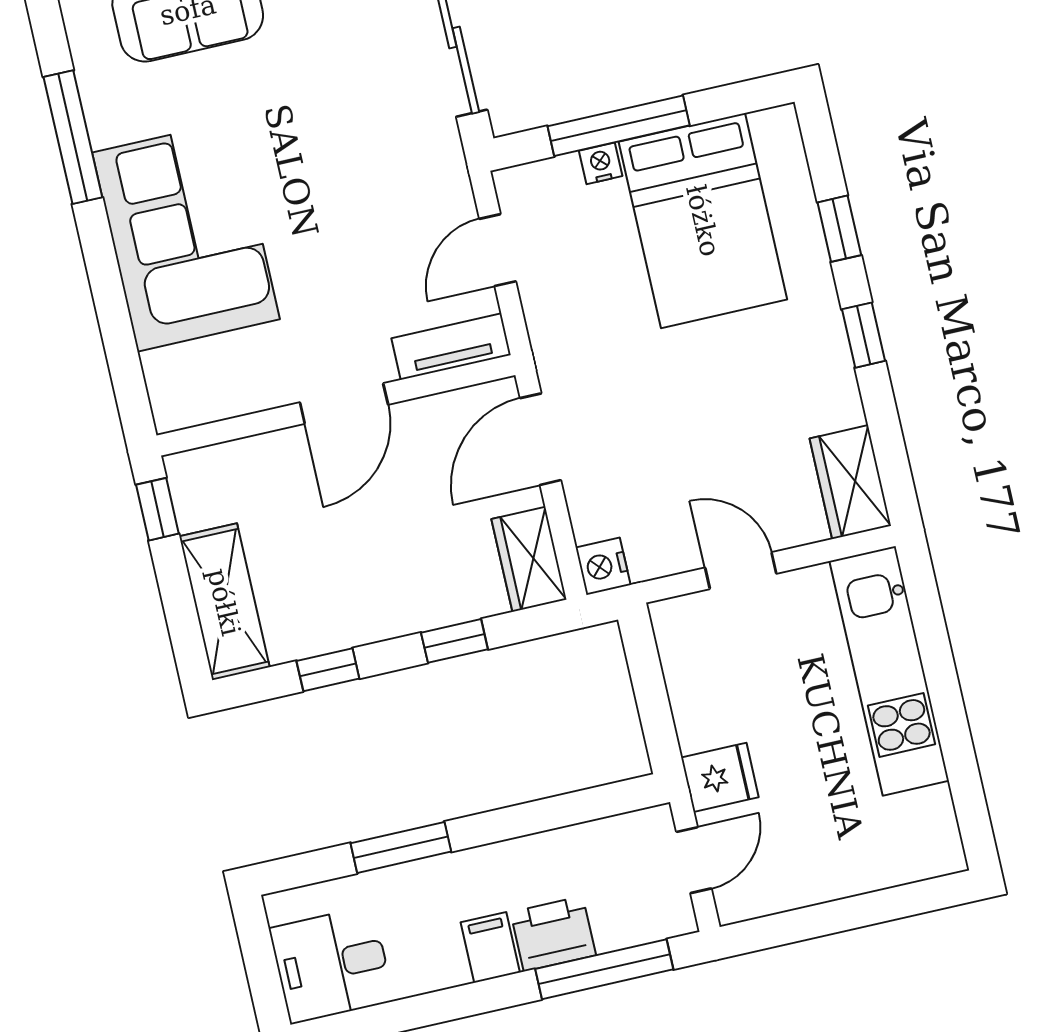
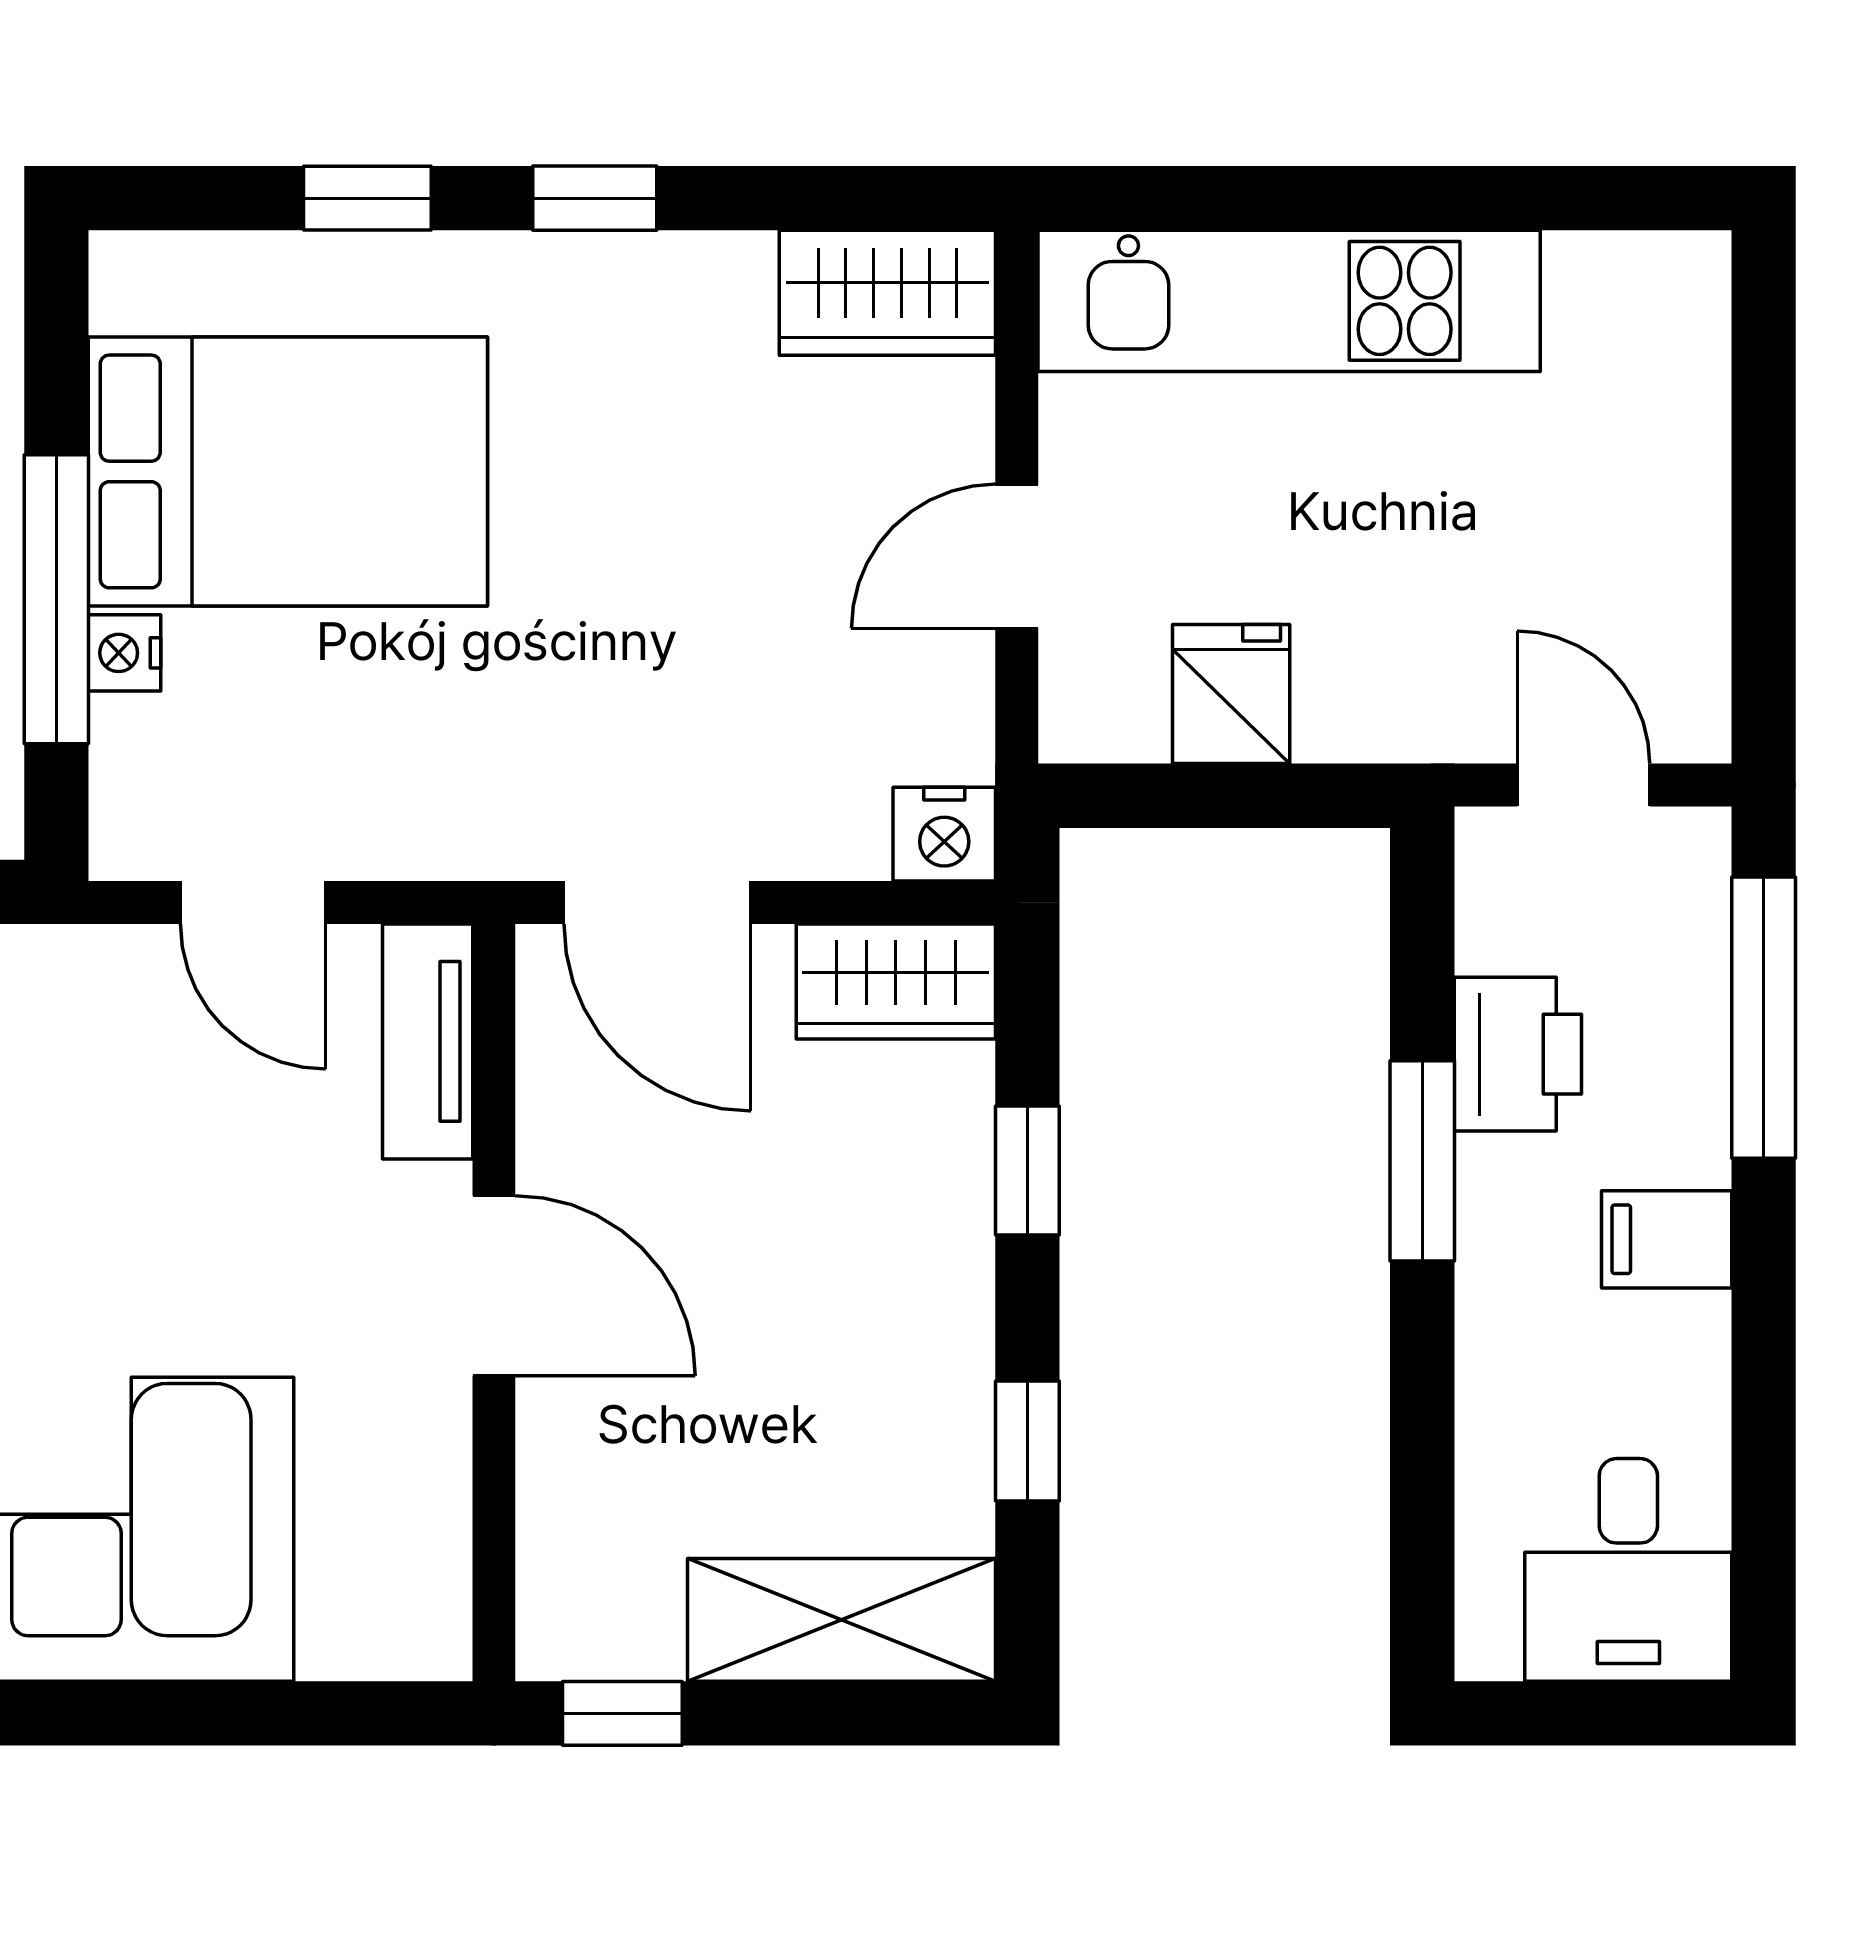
fridge: (720, 777) -> (1231, 694), moved
window: (401, 847) -> (1422, 1161), moved
printer: (553, 934) -> (1518, 1054), moved, turned 180

